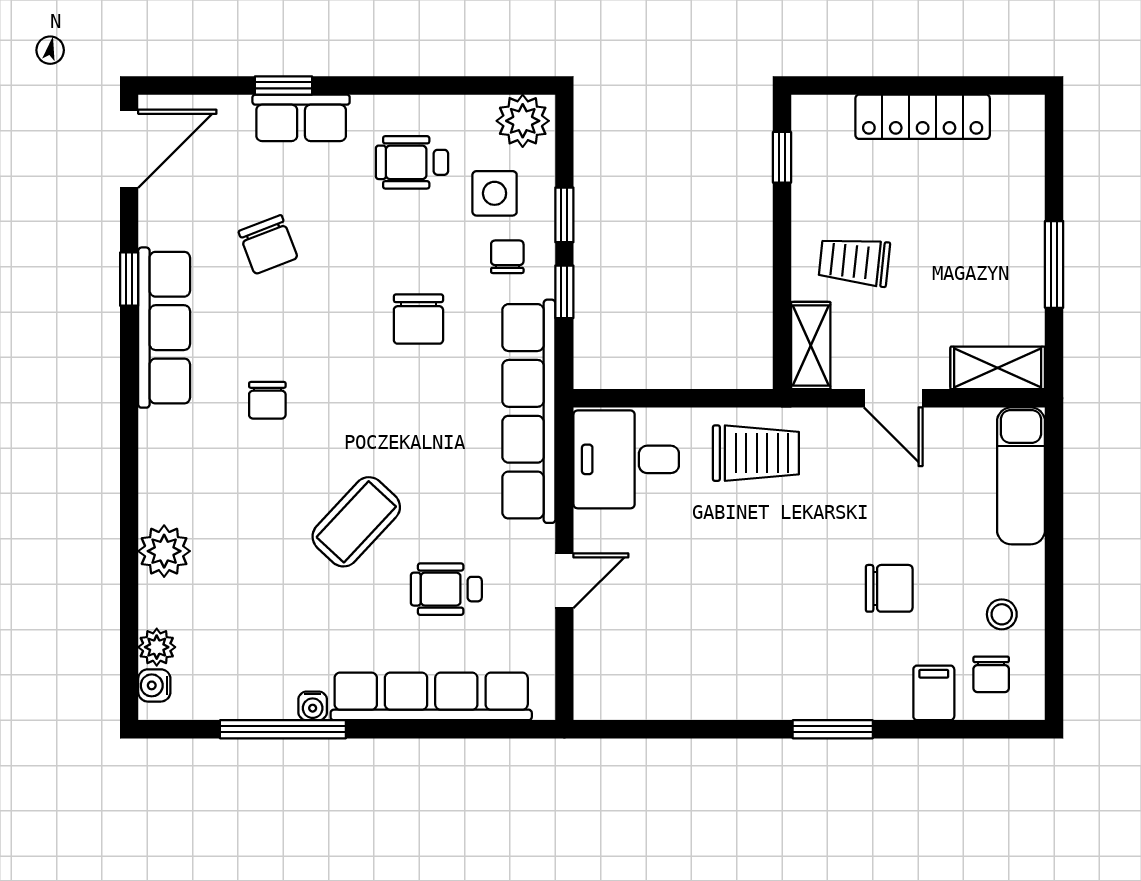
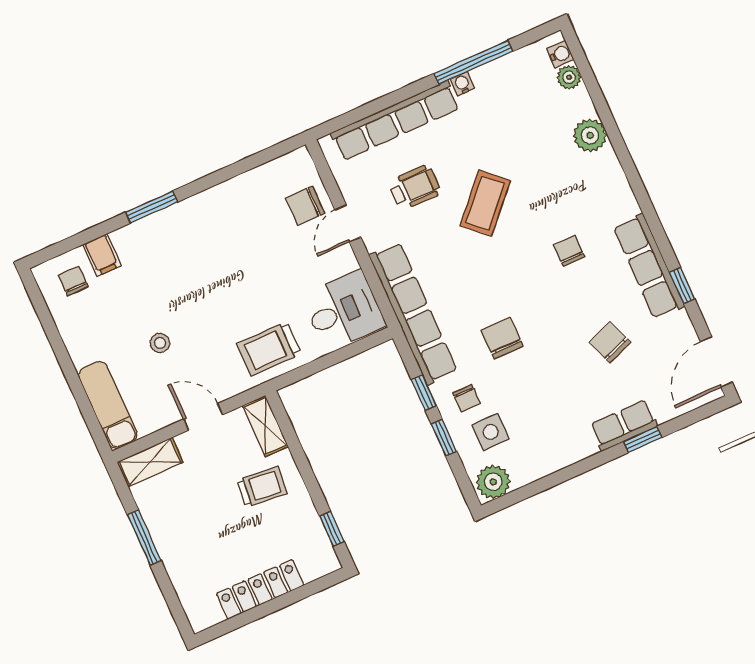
wheelchair: (412, 162) -> (547, 428), removed
chair: (889, 588) -> (305, 206), moved
stool: (1002, 614) -> (160, 343), moved

